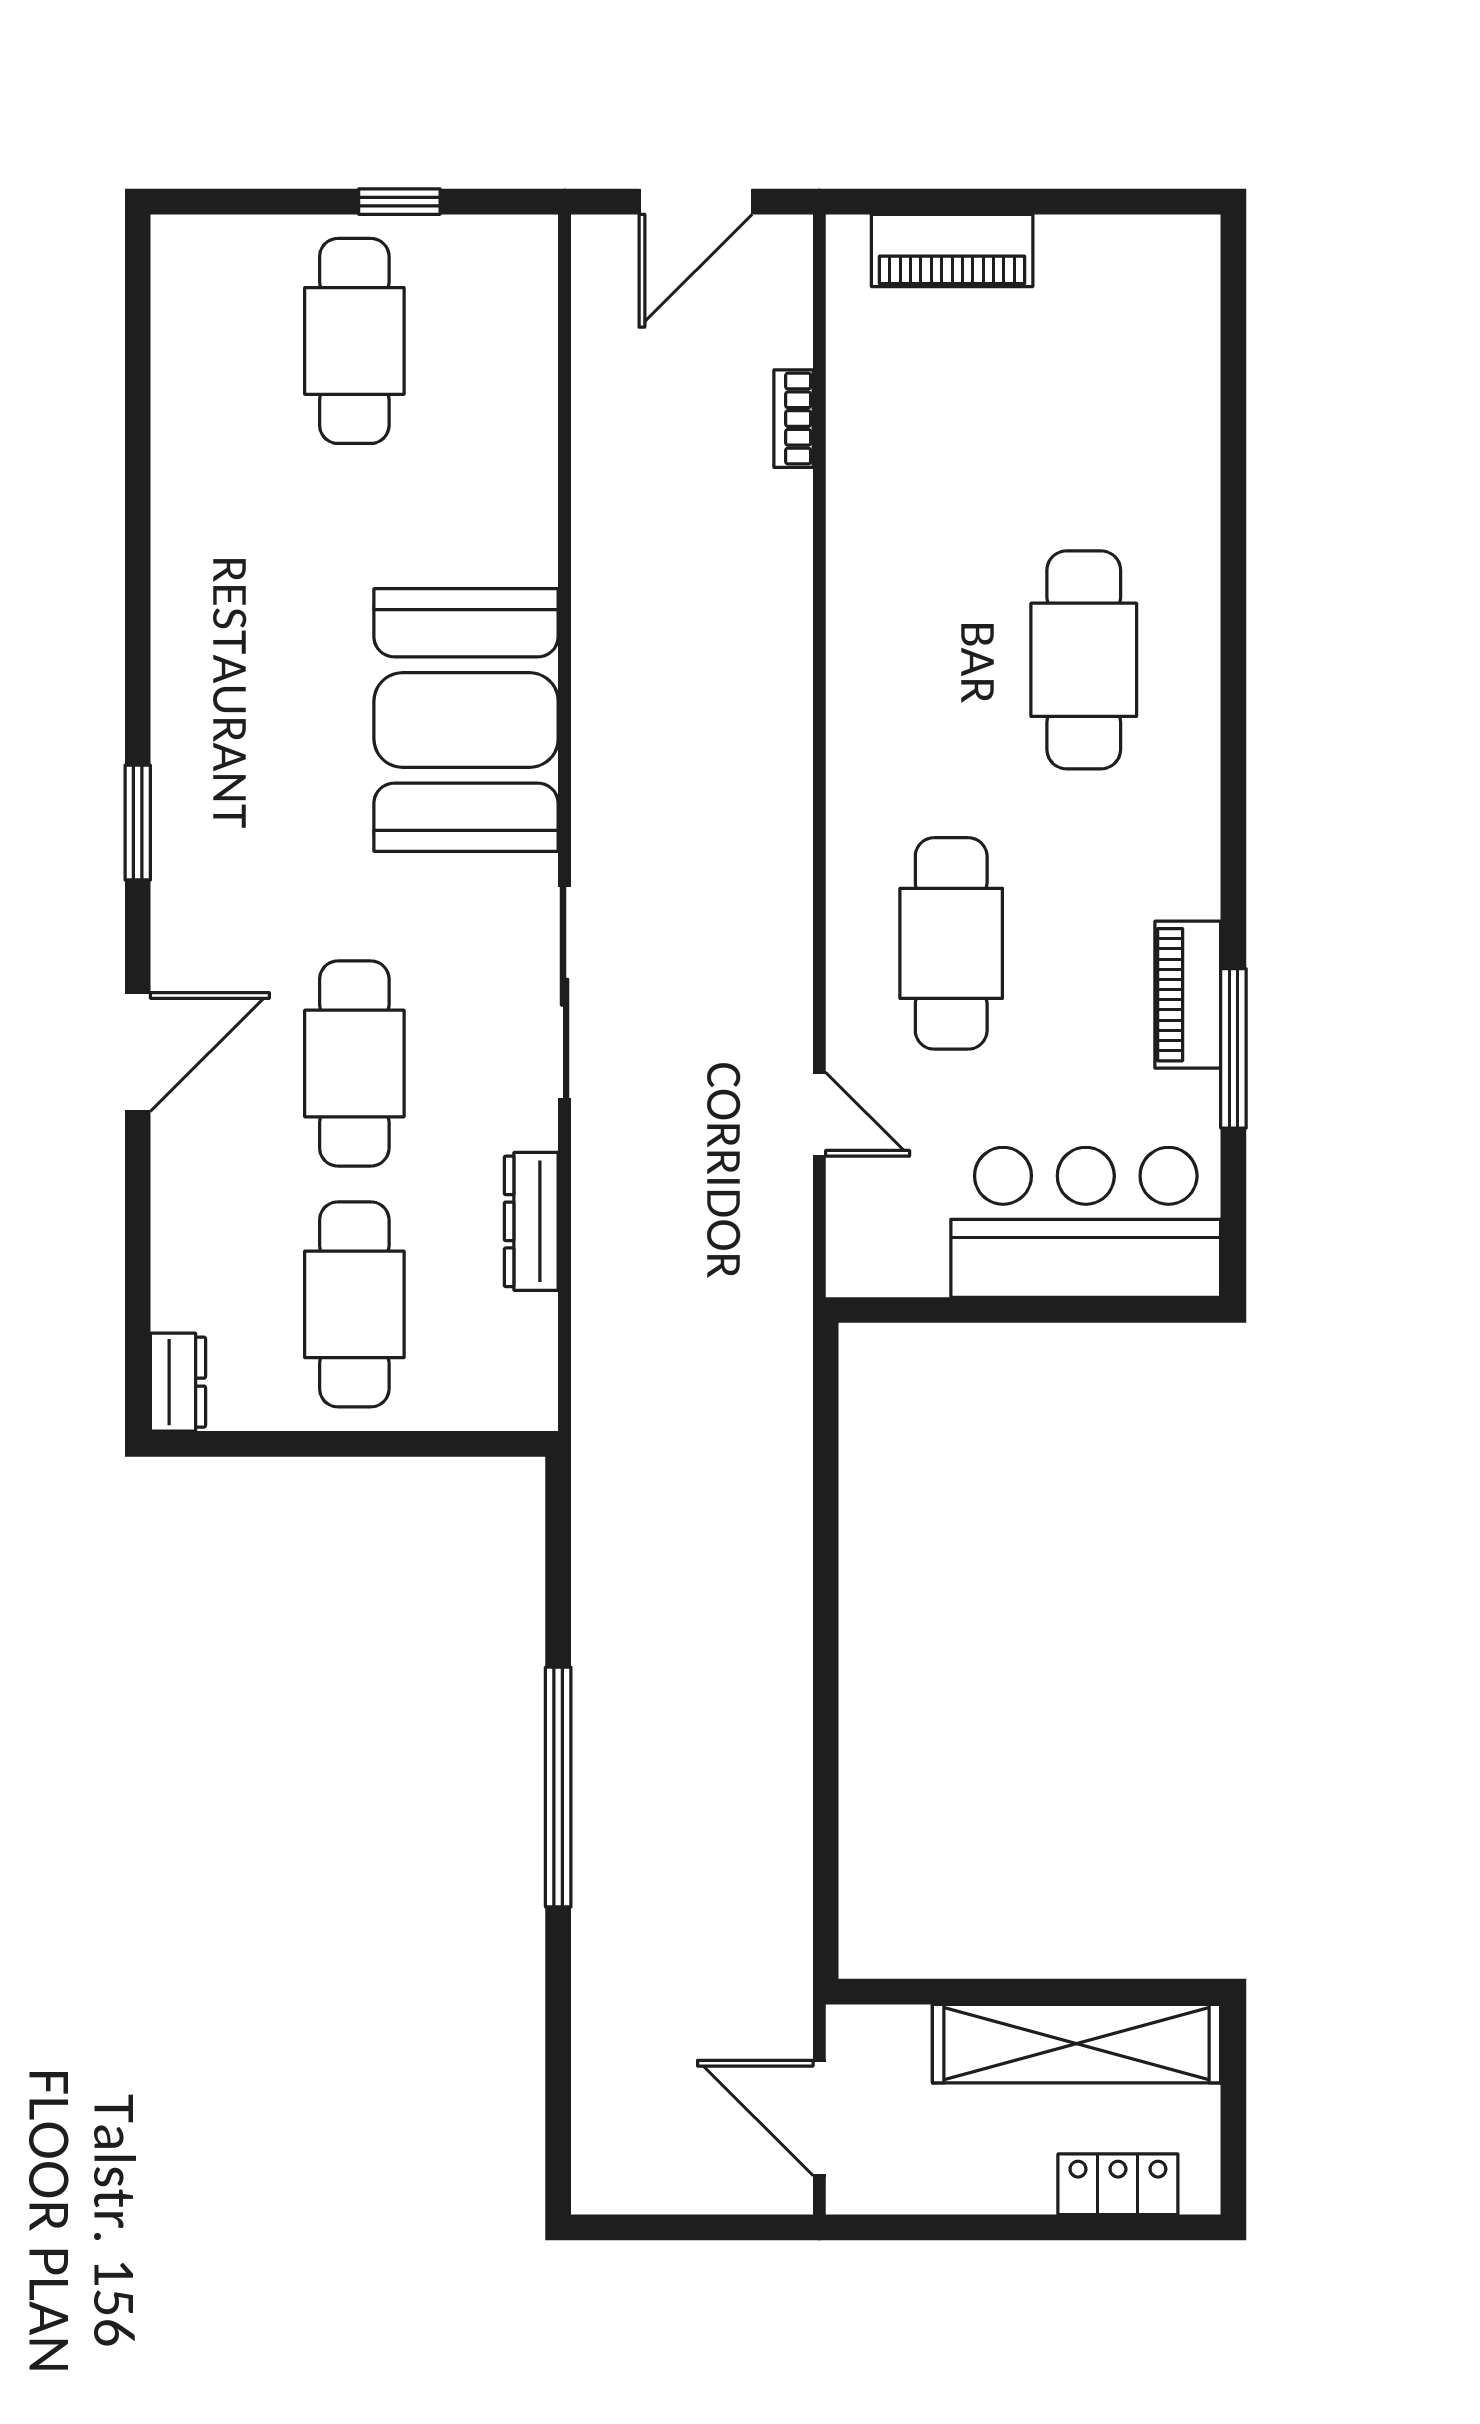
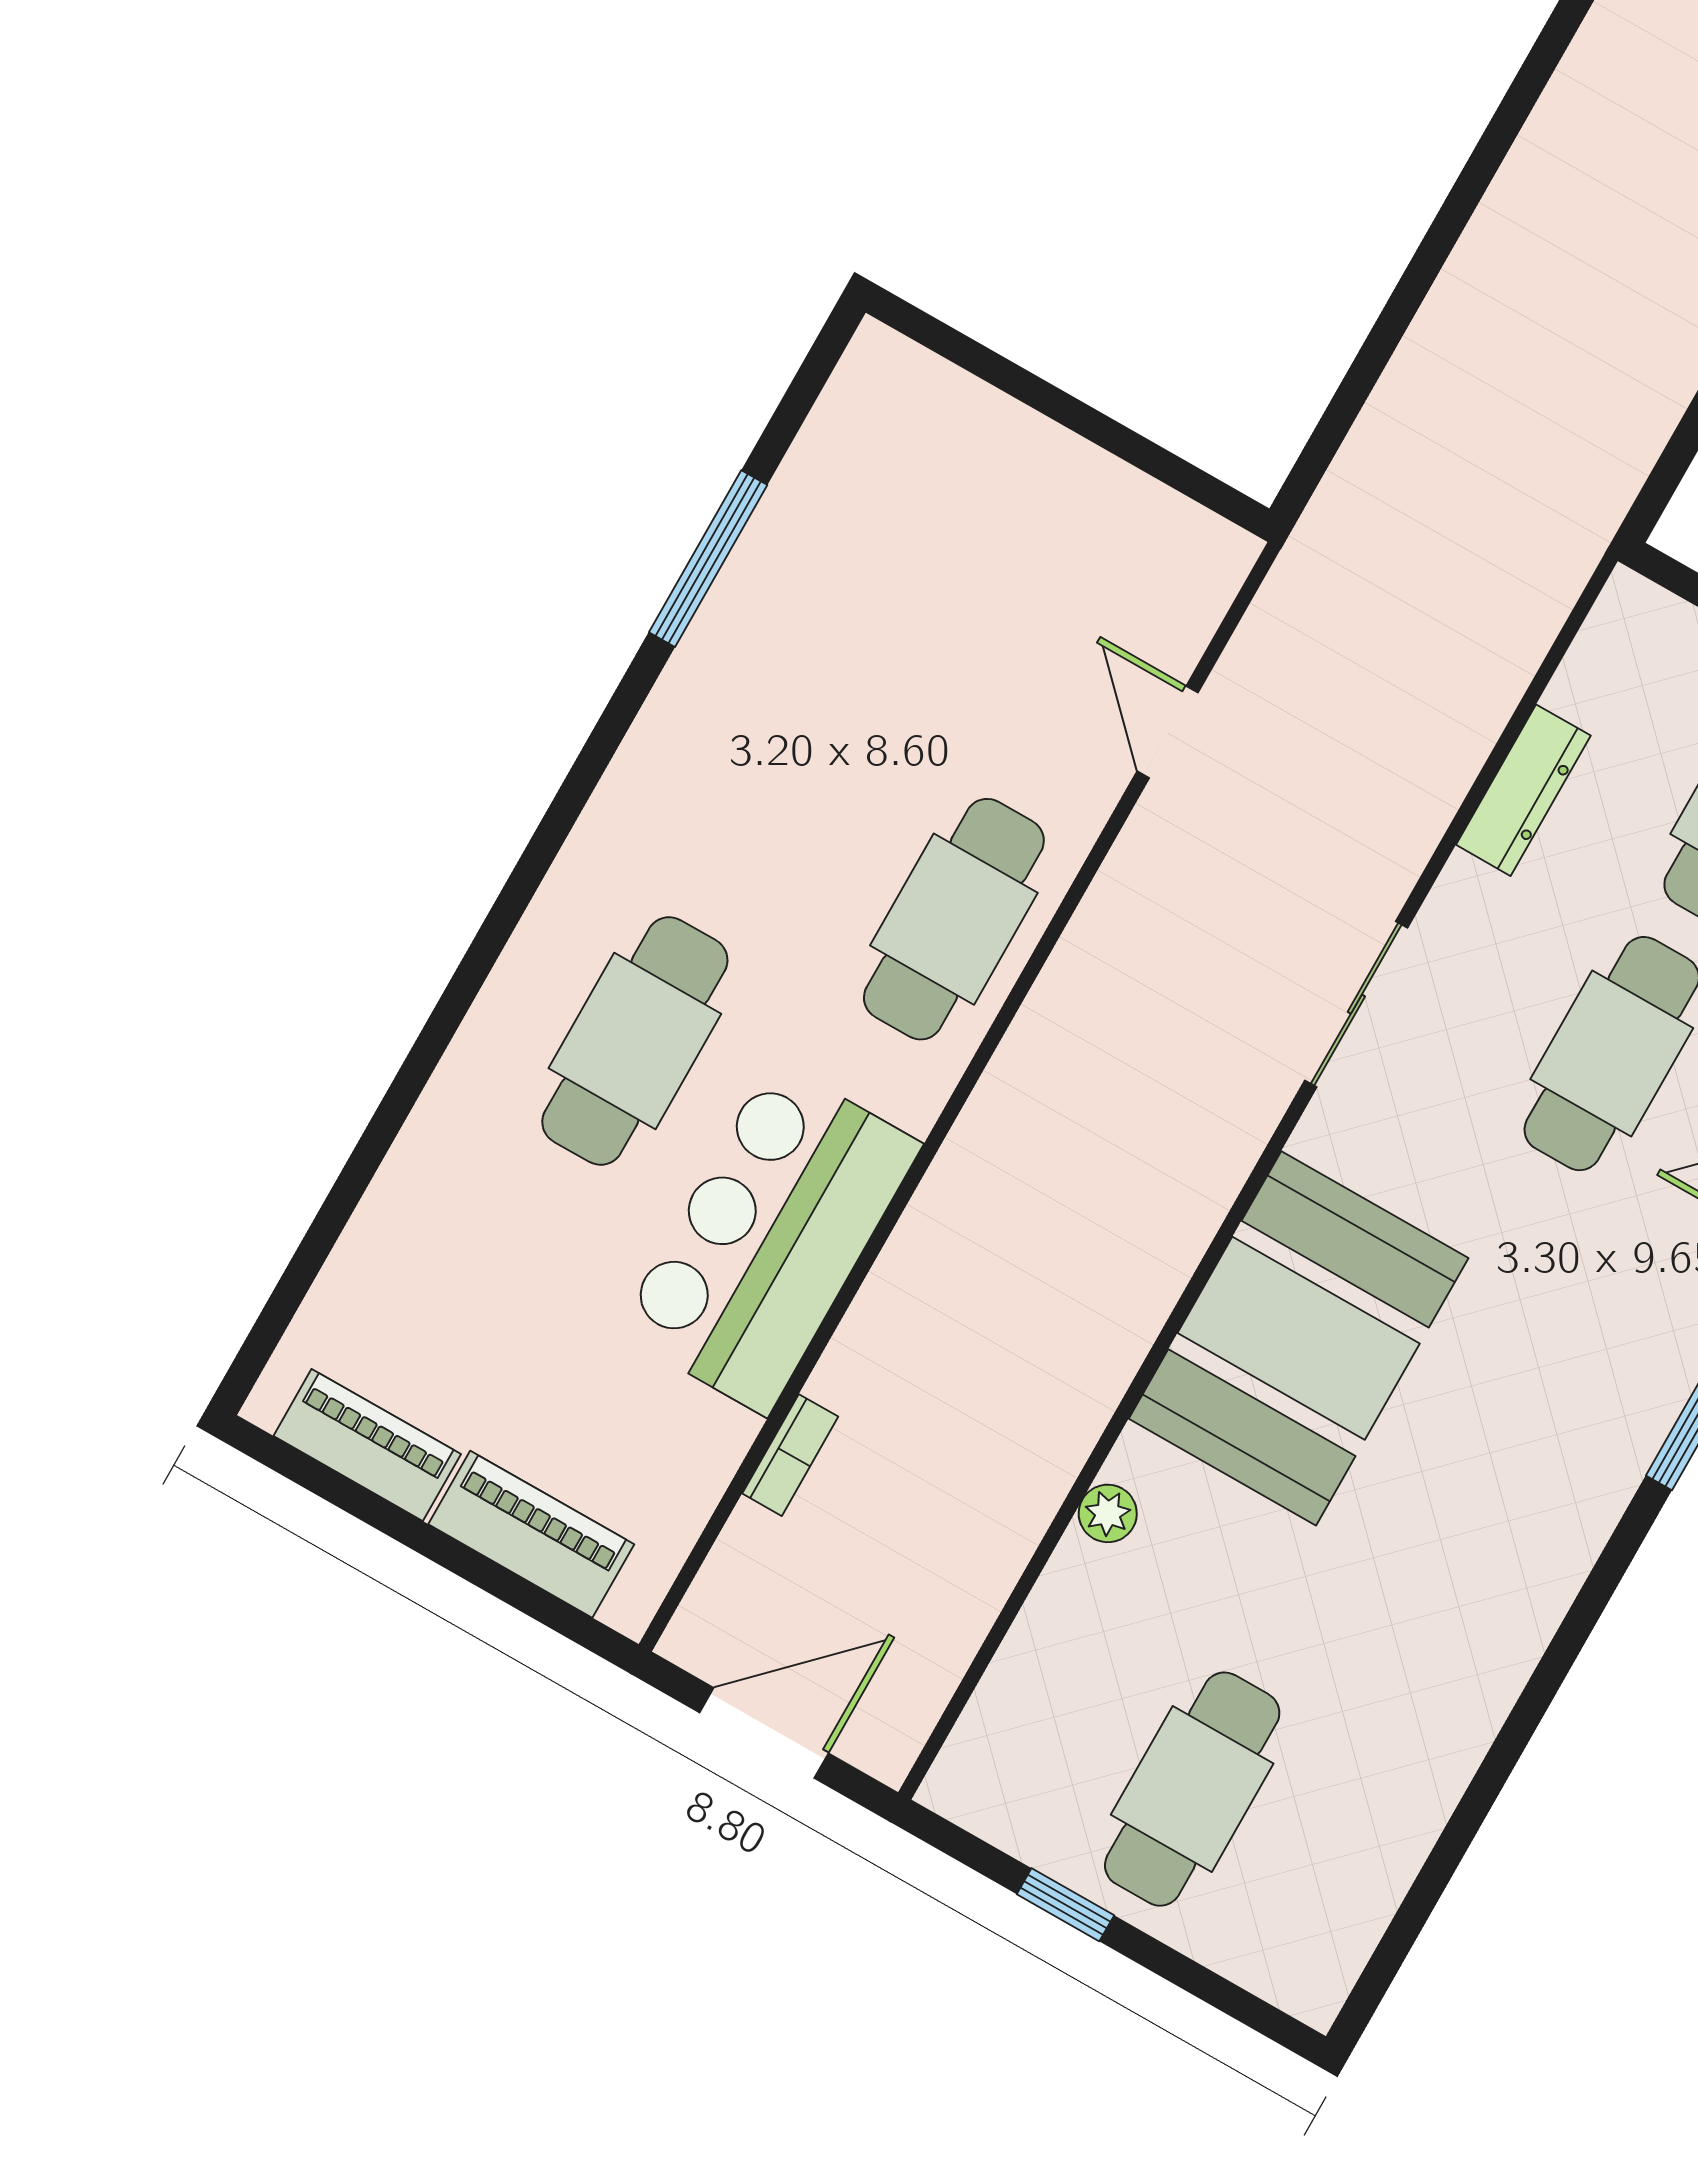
plant: (534, 510) -> (1108, 1513), added
cafe table: (951, 943) -> (954, 919), moved
sliding door: (565, 992) -> (1356, 1004), width x0.73
piano: (1188, 995) -> (367, 1445), moved, turned -90
bar counter: (1086, 1222) -> (770, 1238), moved, turned 90

